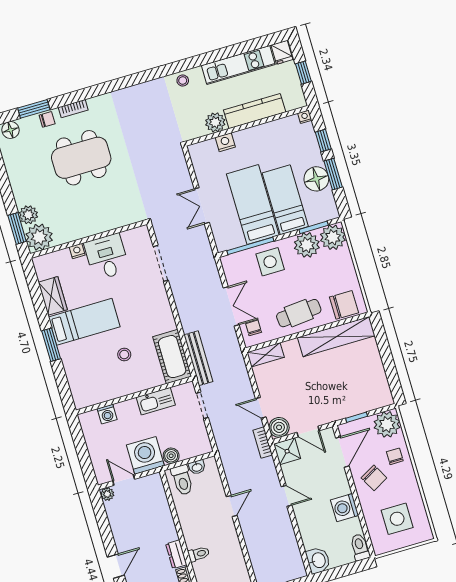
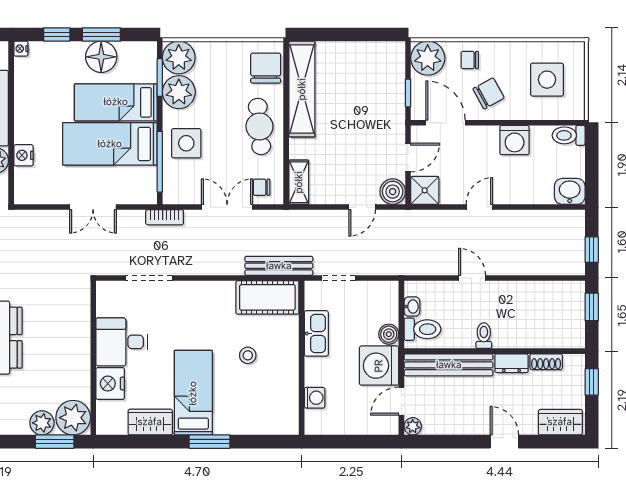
nightstand: (77, 251) -> (110, 384), width x1.89, depth x1.79
bookcase: (263, 443) -> (165, 217), moved
bench: (161, 507) -> (449, 365), added
toilet: (199, 554) -> (484, 336), moved

